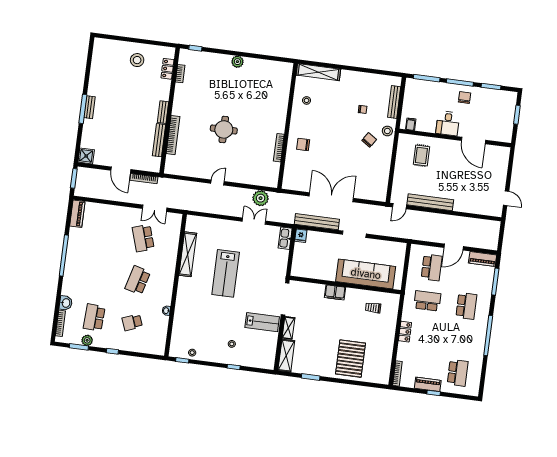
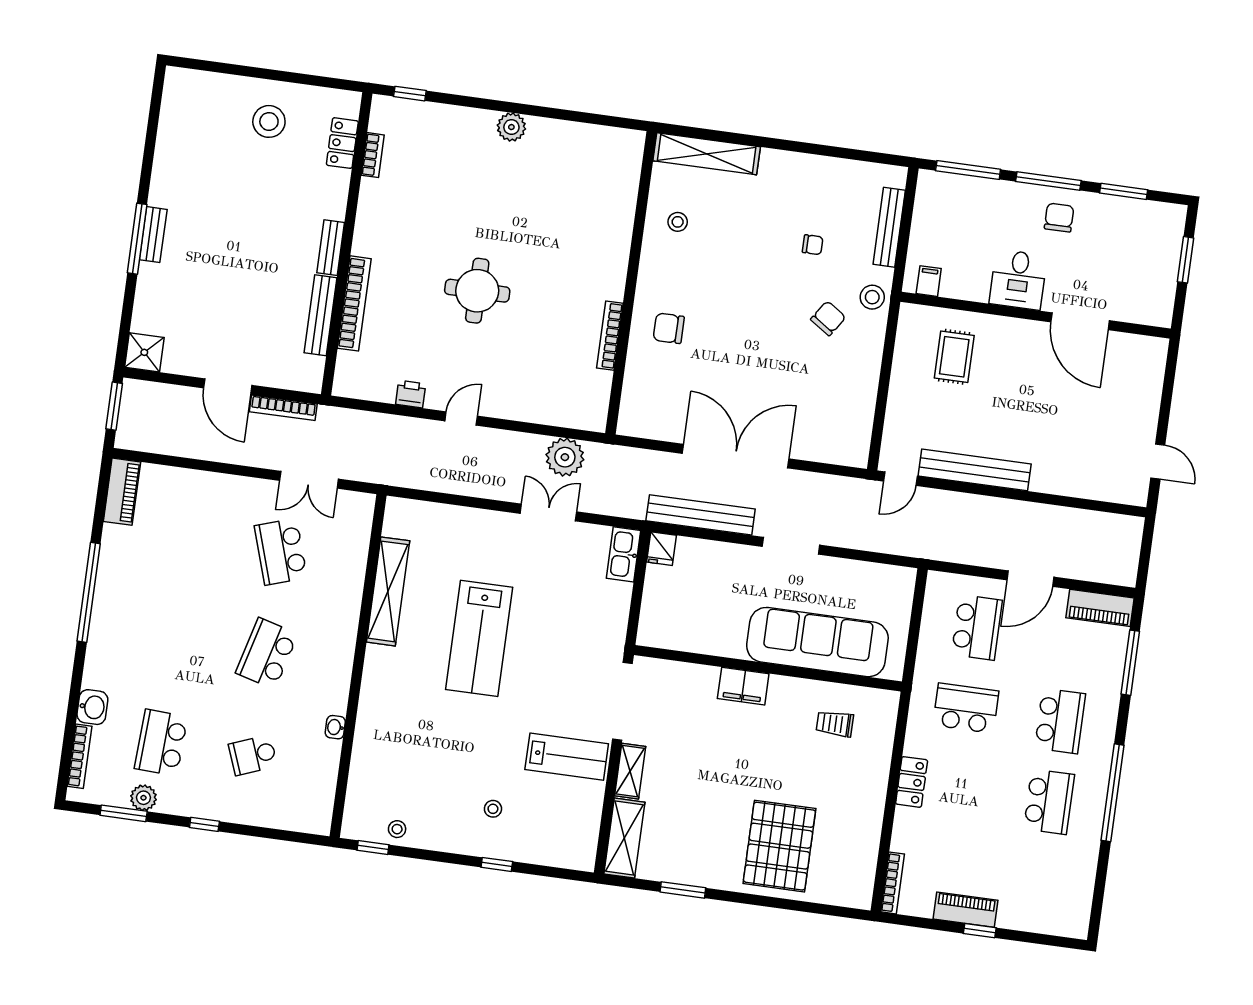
printer: (197, 172) -> (411, 394), added
school desk: (458, 373) -> (1049, 802), moved

